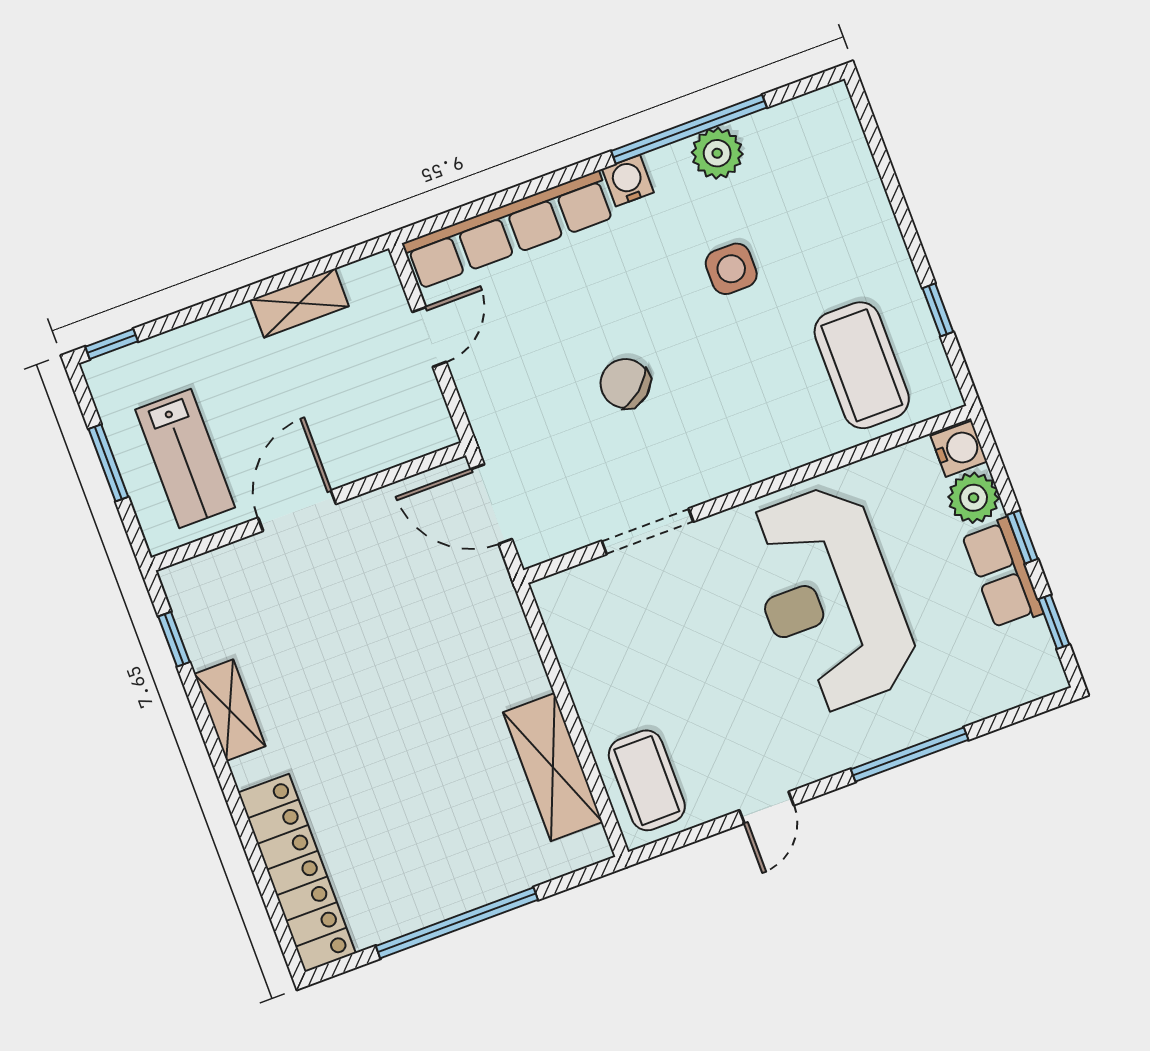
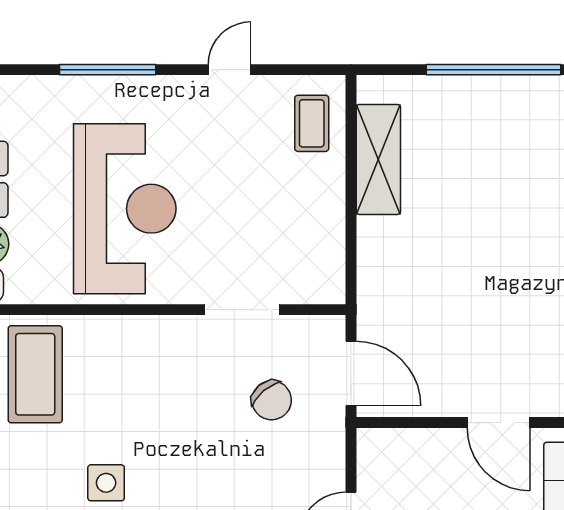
chair: (625, 383) -> (272, 400), moved
door: (297, 511) -> (498, 423), hinge flipped
coffee table: (647, 780) -> (312, 123), width x0.73, depth x0.77

